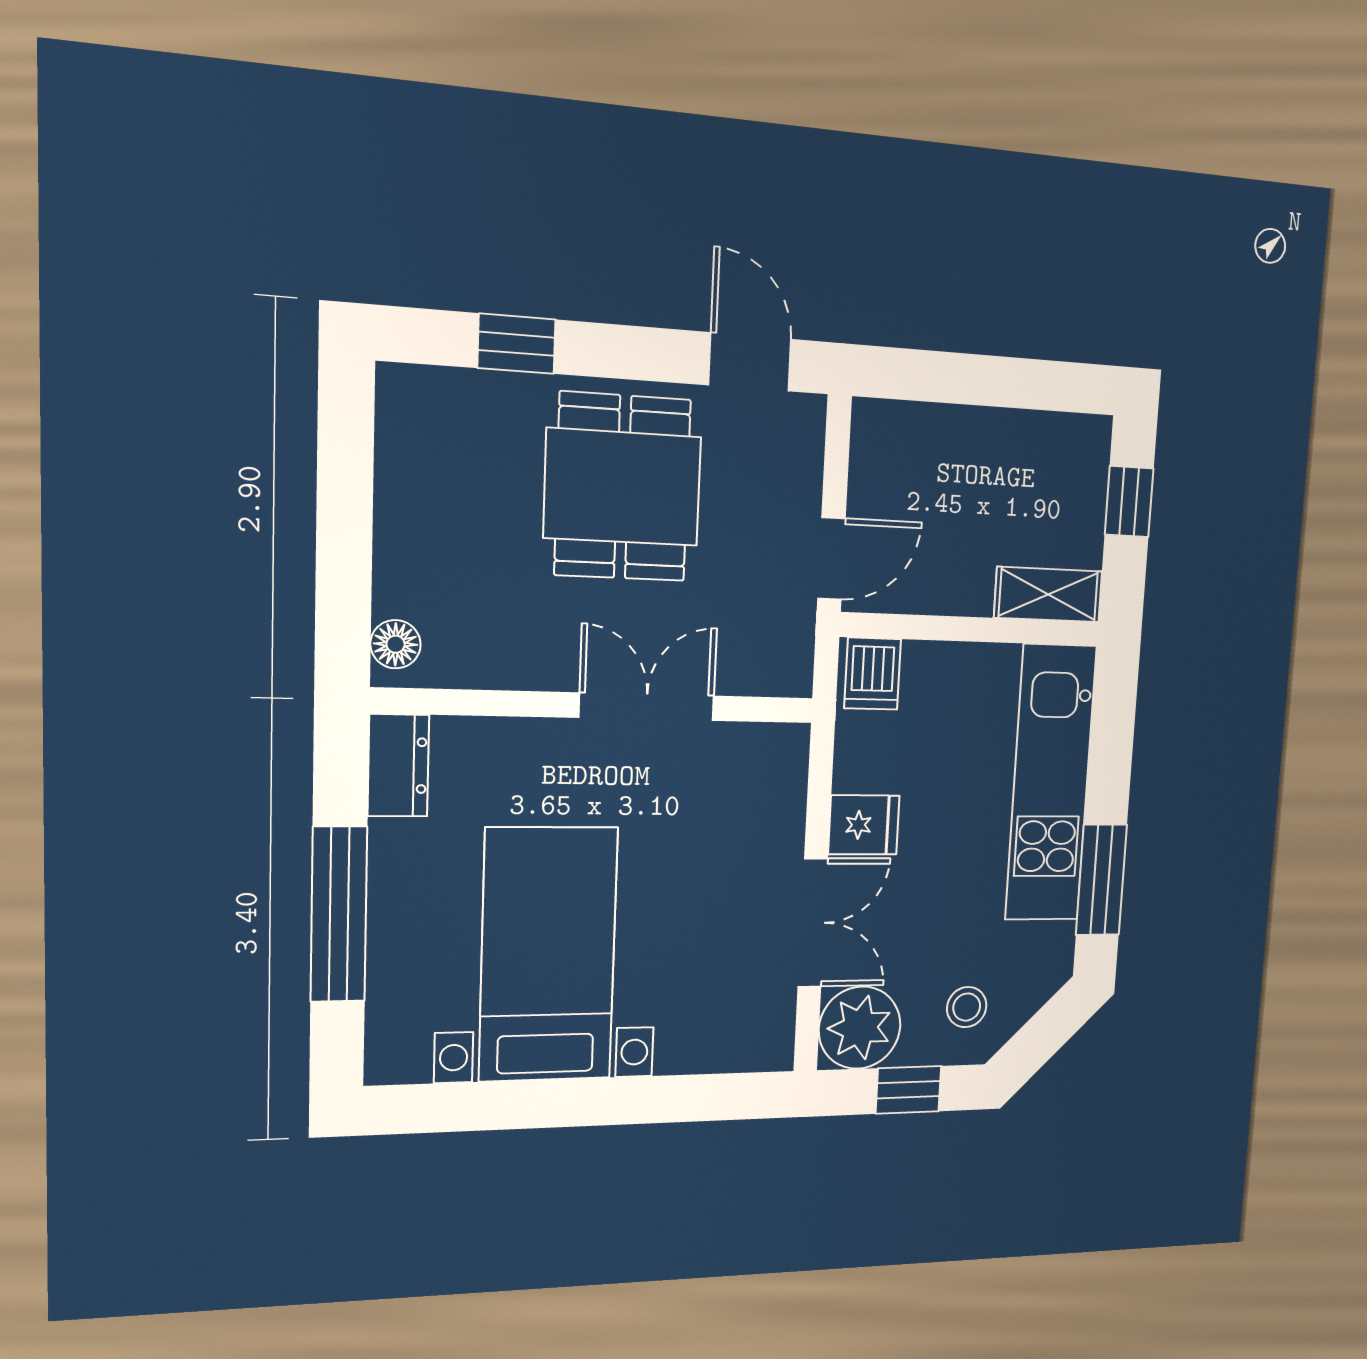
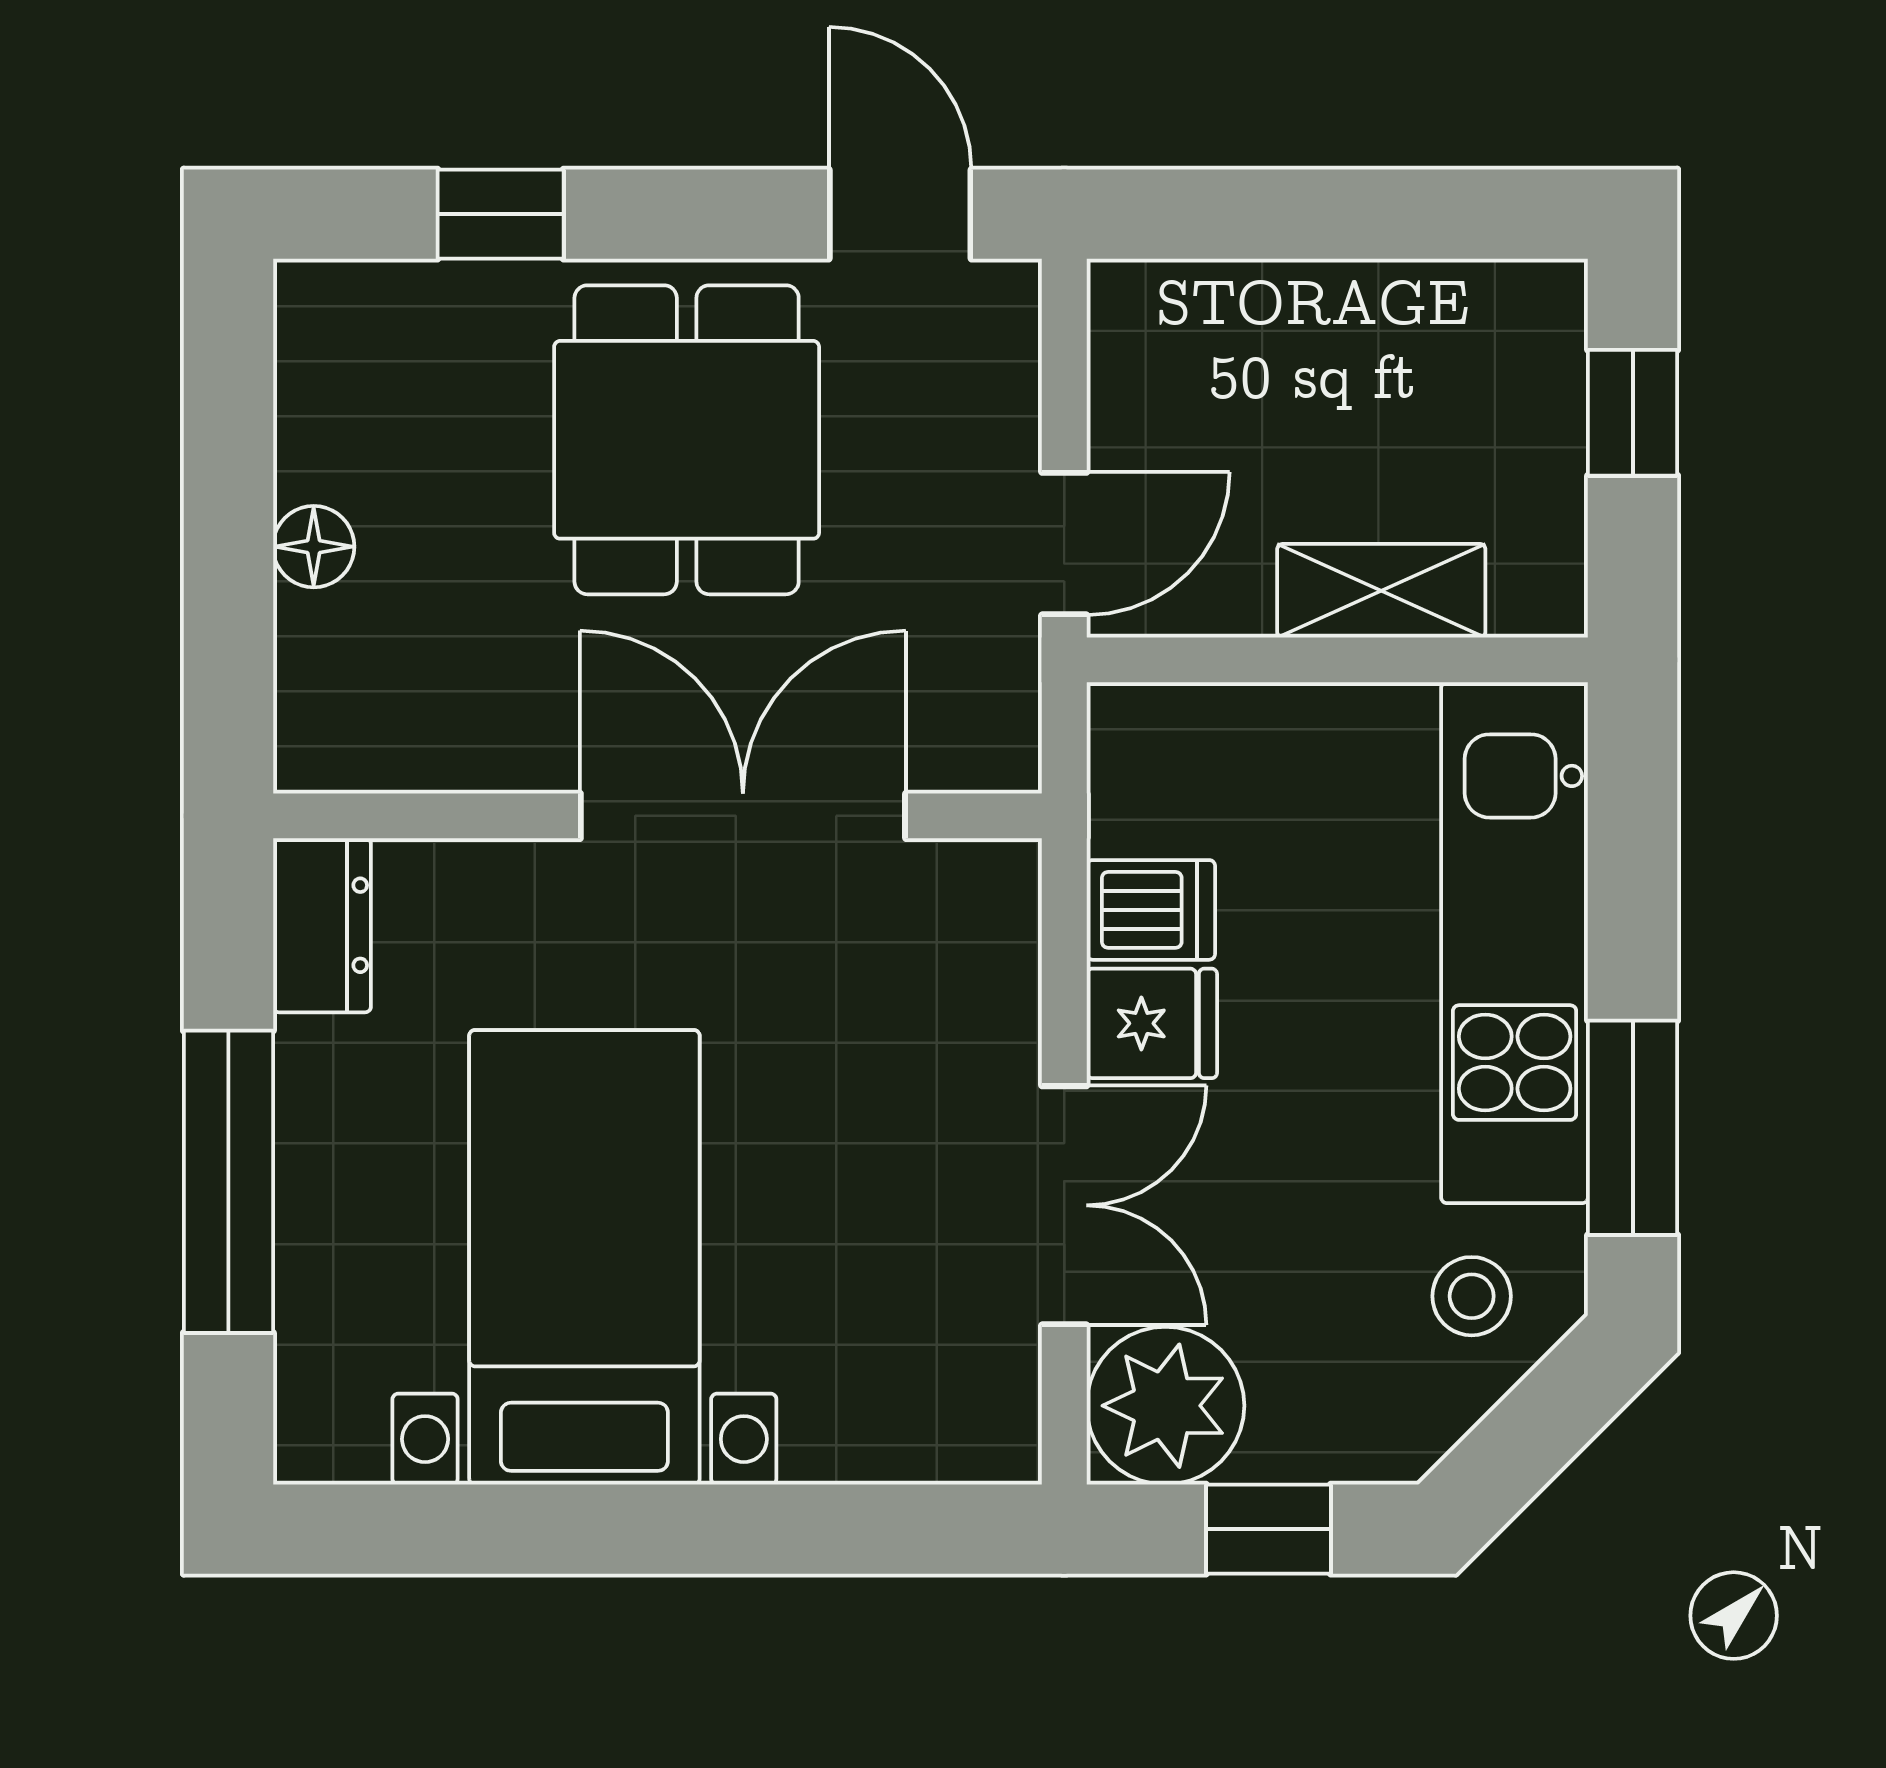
shelving: (1048, 595) -> (1381, 591), moved
floor lamp: (396, 644) -> (314, 547), moved
dishwasher: (873, 674) -> (1151, 910), moved, turned -90
double door: (647, 707) -> (743, 816), width x1.37
stool: (967, 1007) -> (1472, 1296), moved

